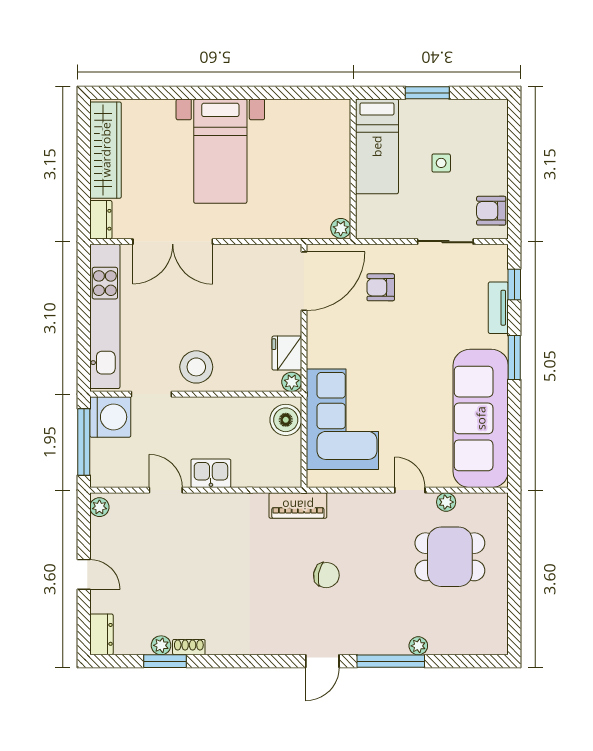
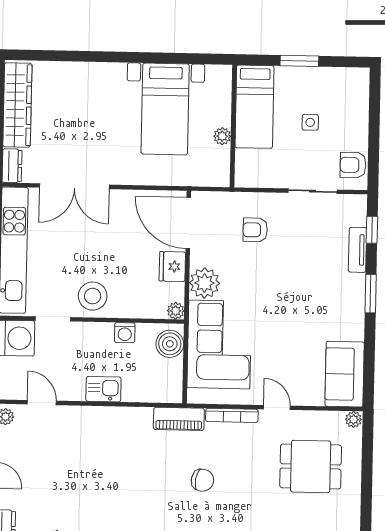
bed with nightstands: (220, 151) -> (165, 109), moved
plant: (341, 228) -> (222, 136), moved
door: (304, 281) -> (188, 223), swing flipped
plant: (324, 349) -> (205, 283), added
fridge: (287, 353) -> (172, 267), moved
washing machine: (234, 408) -> (125, 333), added
sofa: (481, 418) -> (345, 374), width x0.54, depth x0.79
door: (166, 490) -> (42, 403), moved
bookcase: (359, 500) -> (232, 415), added
plant: (446, 502) -> (353, 419), moved

